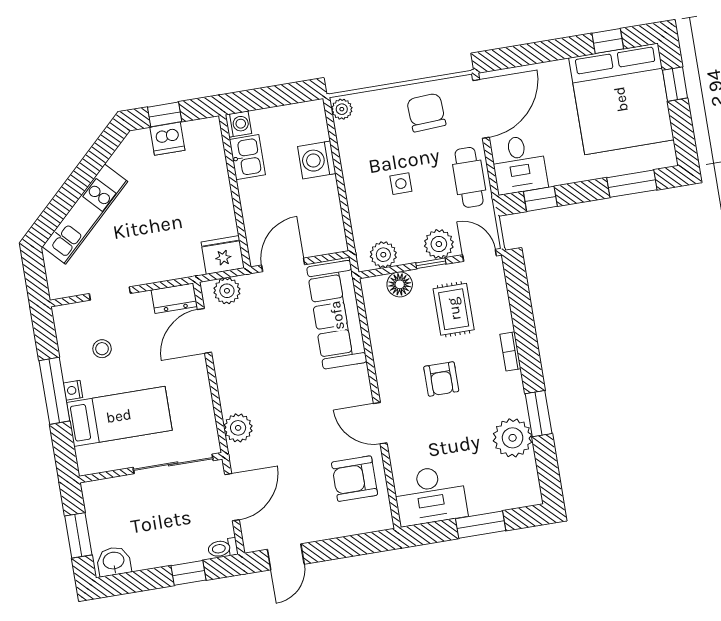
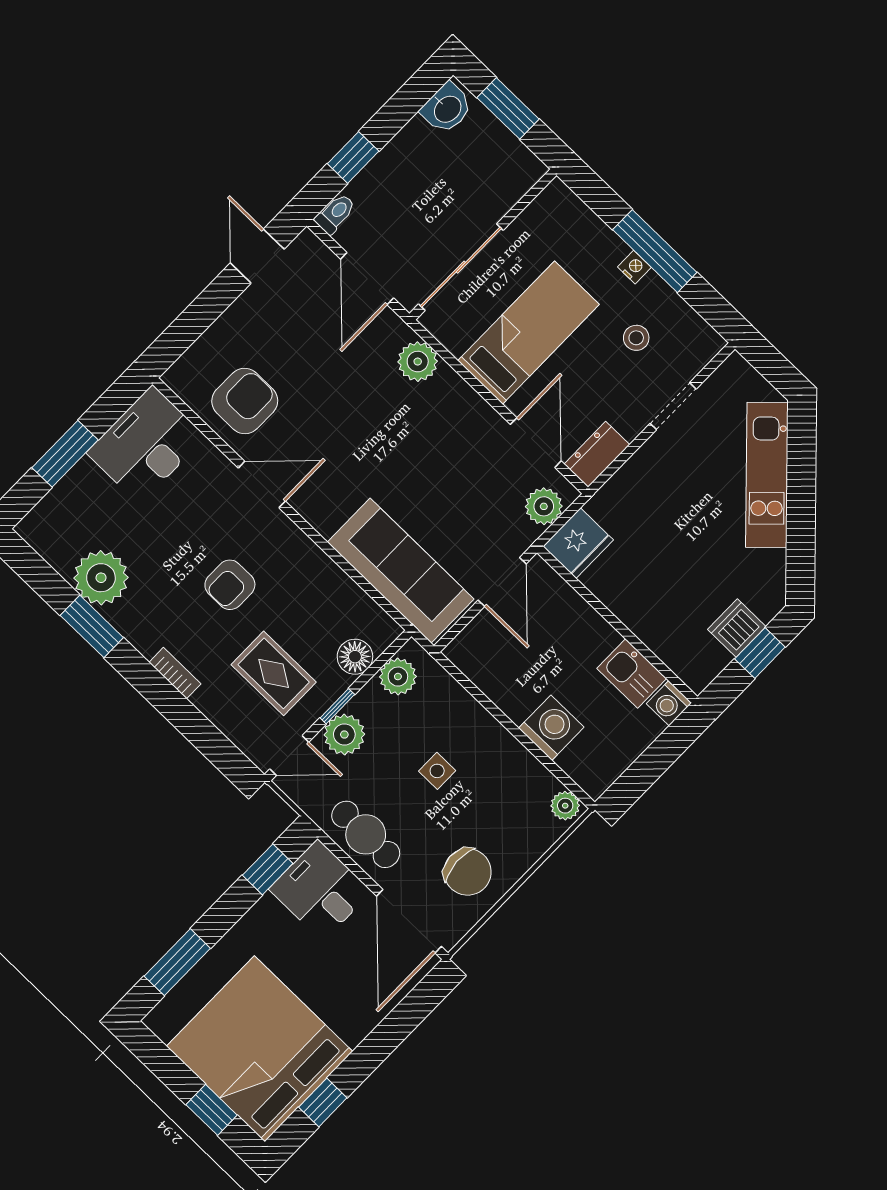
armchair: (441, 379) -> (230, 585), turned -90
bed: (119, 416) -> (528, 333), moved, turned 180

